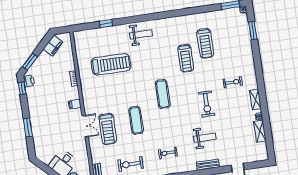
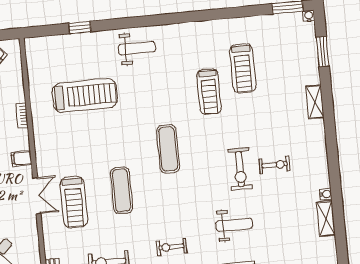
exercise bike: (233, 82) -> (274, 165), moved
shelving: (255, 100) -> (315, 102), moved

